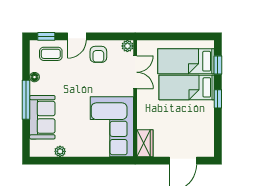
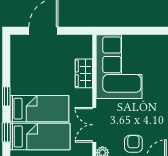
wardrobe: (145, 143) -> (84, 73), moved

